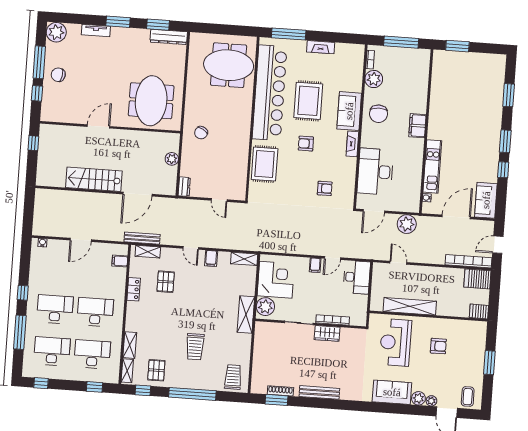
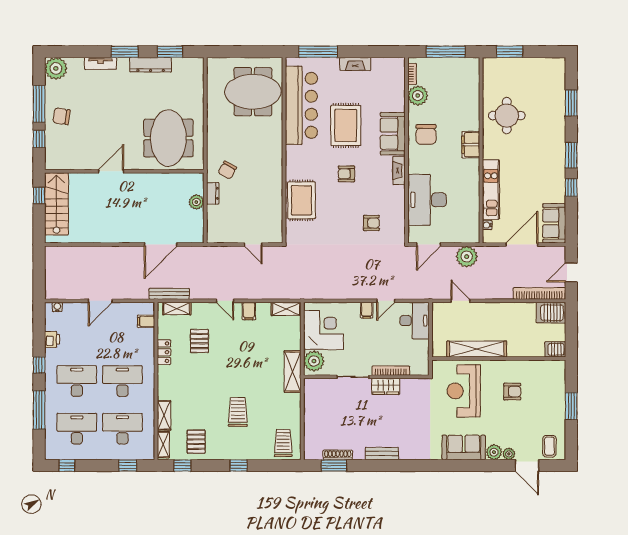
dresser: (169, 37) -> (151, 65), moved
bar counter: (270, 93) -> (301, 105), width x0.73
round table: (451, 102) -> (507, 116), added
stairs: (94, 179) -> (56, 204), moved, turned 90
dresser: (184, 187) -> (213, 193), moved
printer: (36, 271) -> (52, 339), added
trolley: (195, 347) -> (238, 412), turned 180
bench: (319, 392) -> (382, 454), width x0.73
window: (192, 394) -> (239, 466), width x0.32

